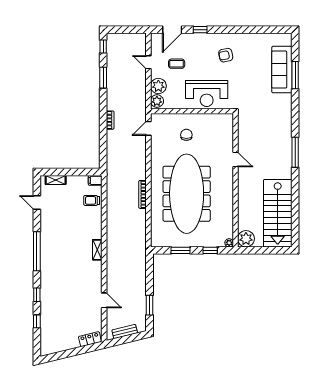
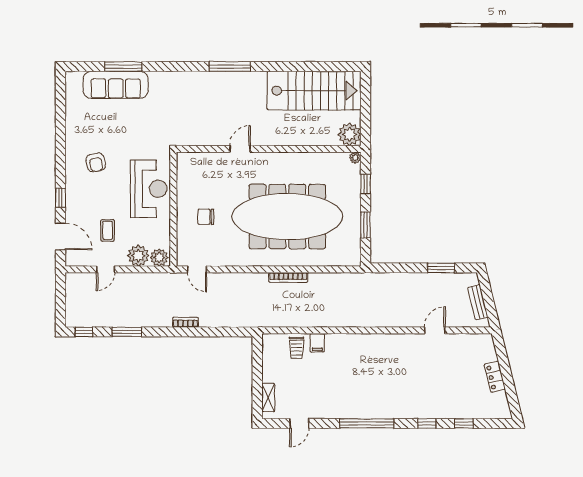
filing cabinet: (95, 180) -> (317, 343), moved
shelving: (97, 250) -> (365, 340), removed
locker: (90, 339) -> (495, 377), moved

